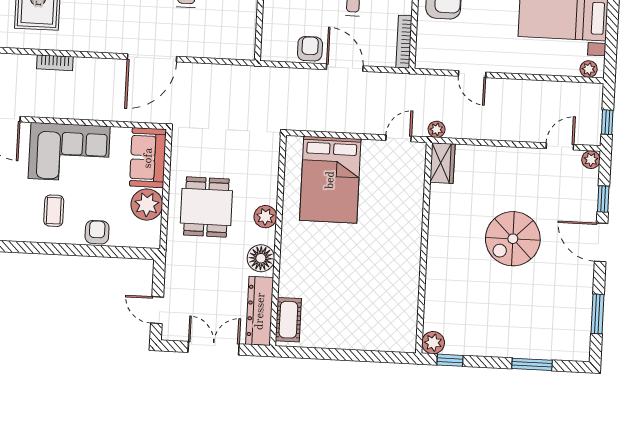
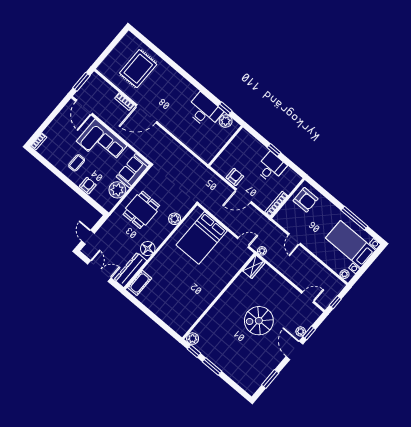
door: (152, 58) -> (146, 114), moved
door: (345, 68) -> (243, 196), swing flipped
plant: (591, 160) -> (301, 331), moved
plant: (265, 217) -> (175, 219), moved
window: (532, 364) -> (212, 366), moved

